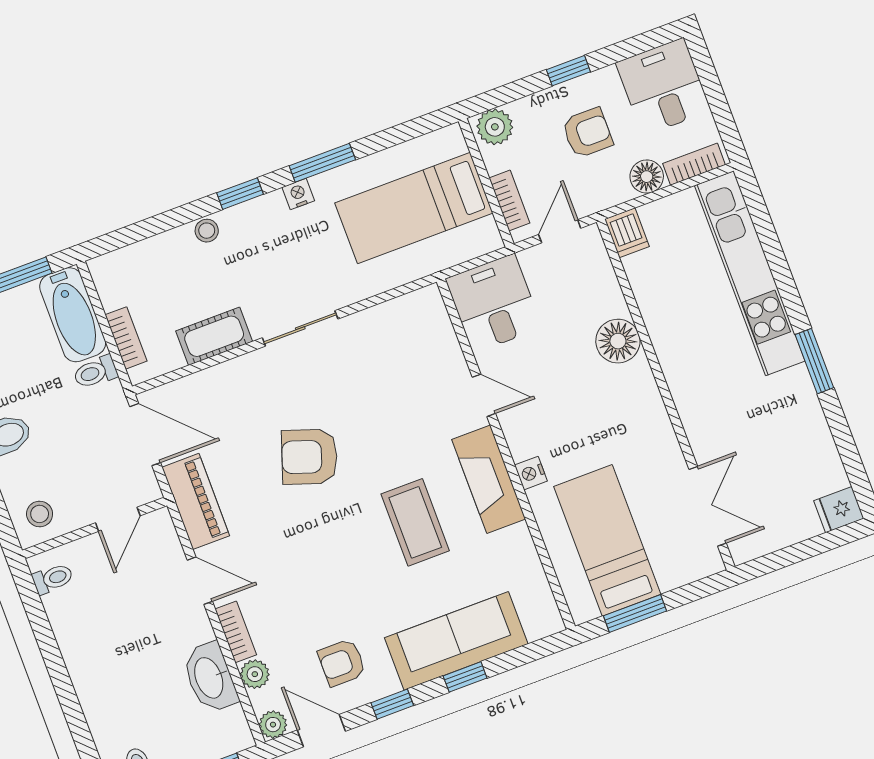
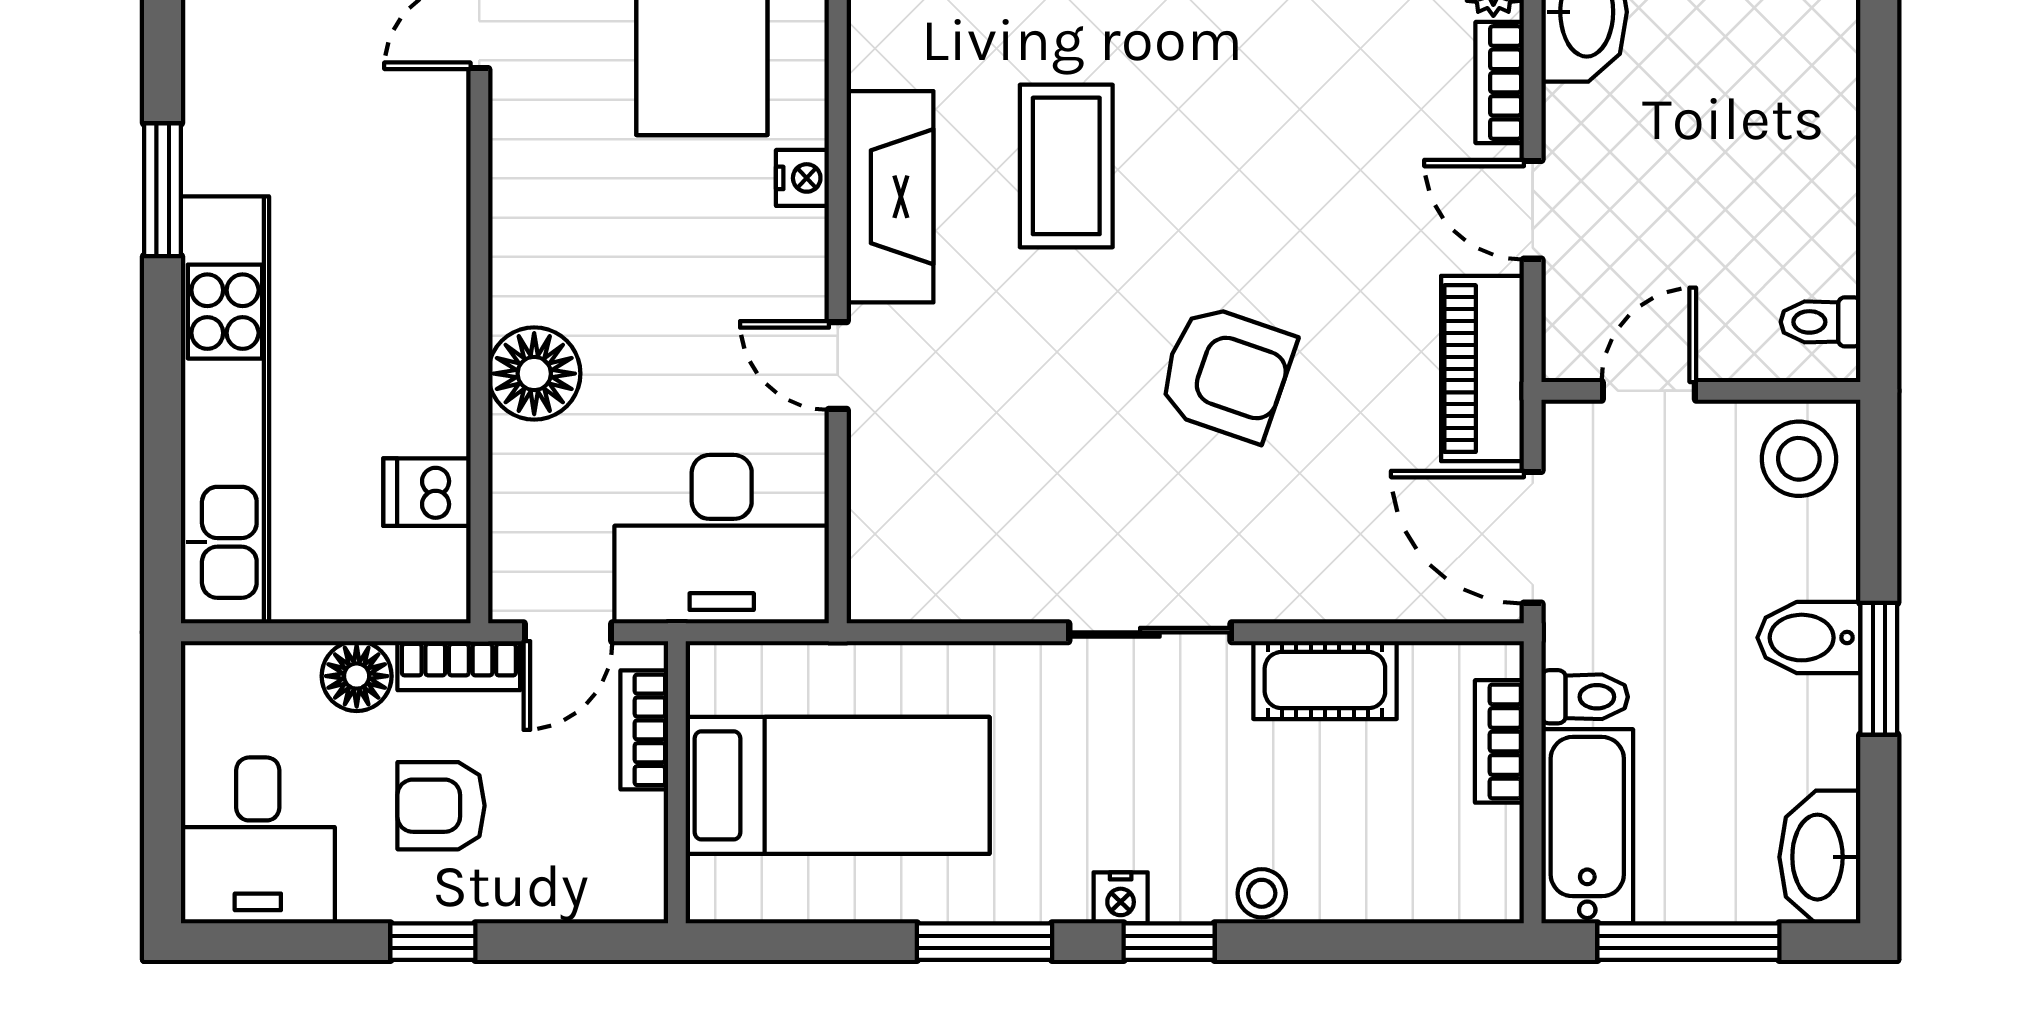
plant: (495, 127) -> (619, 885), removed
bookcase: (694, 164) -> (459, 666), moved
nightstand: (298, 194) -> (1121, 898), moved
dishwasher: (627, 233) -> (427, 492), moved, turned -90
desk: (494, 303) -> (722, 539), width x1.37
stool: (40, 514) -> (1799, 459), width x1.37, depth x1.37

